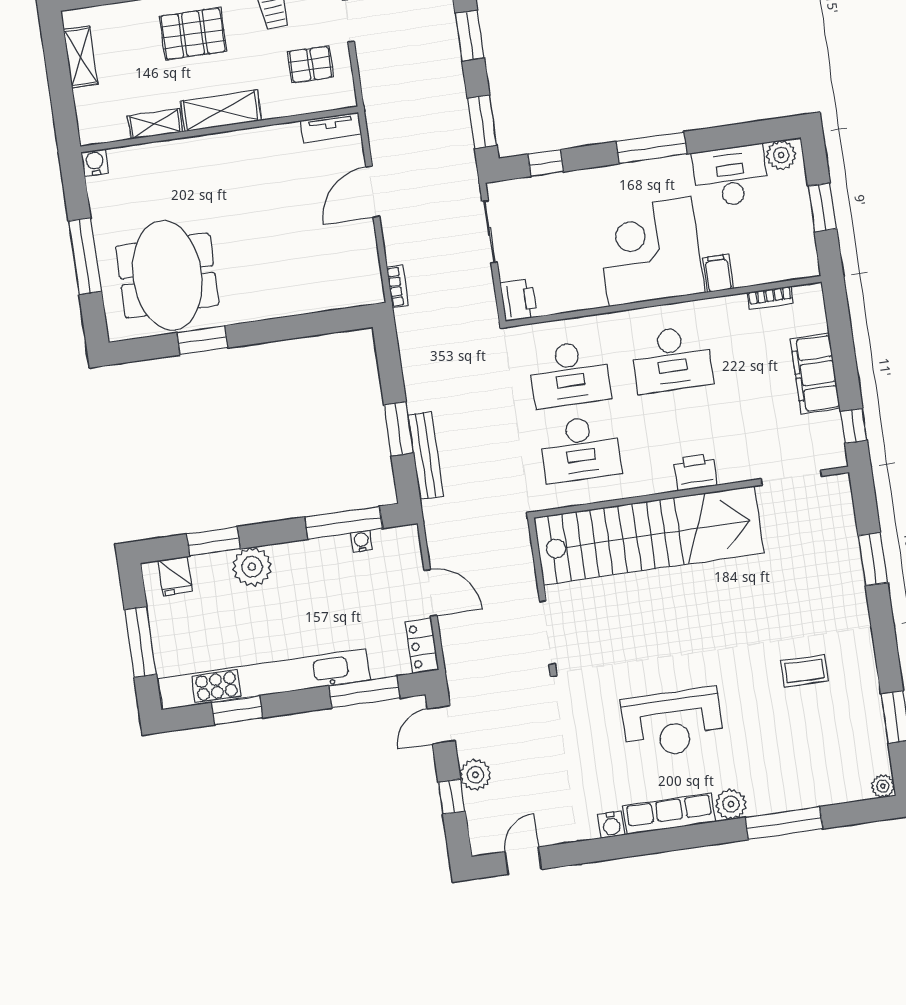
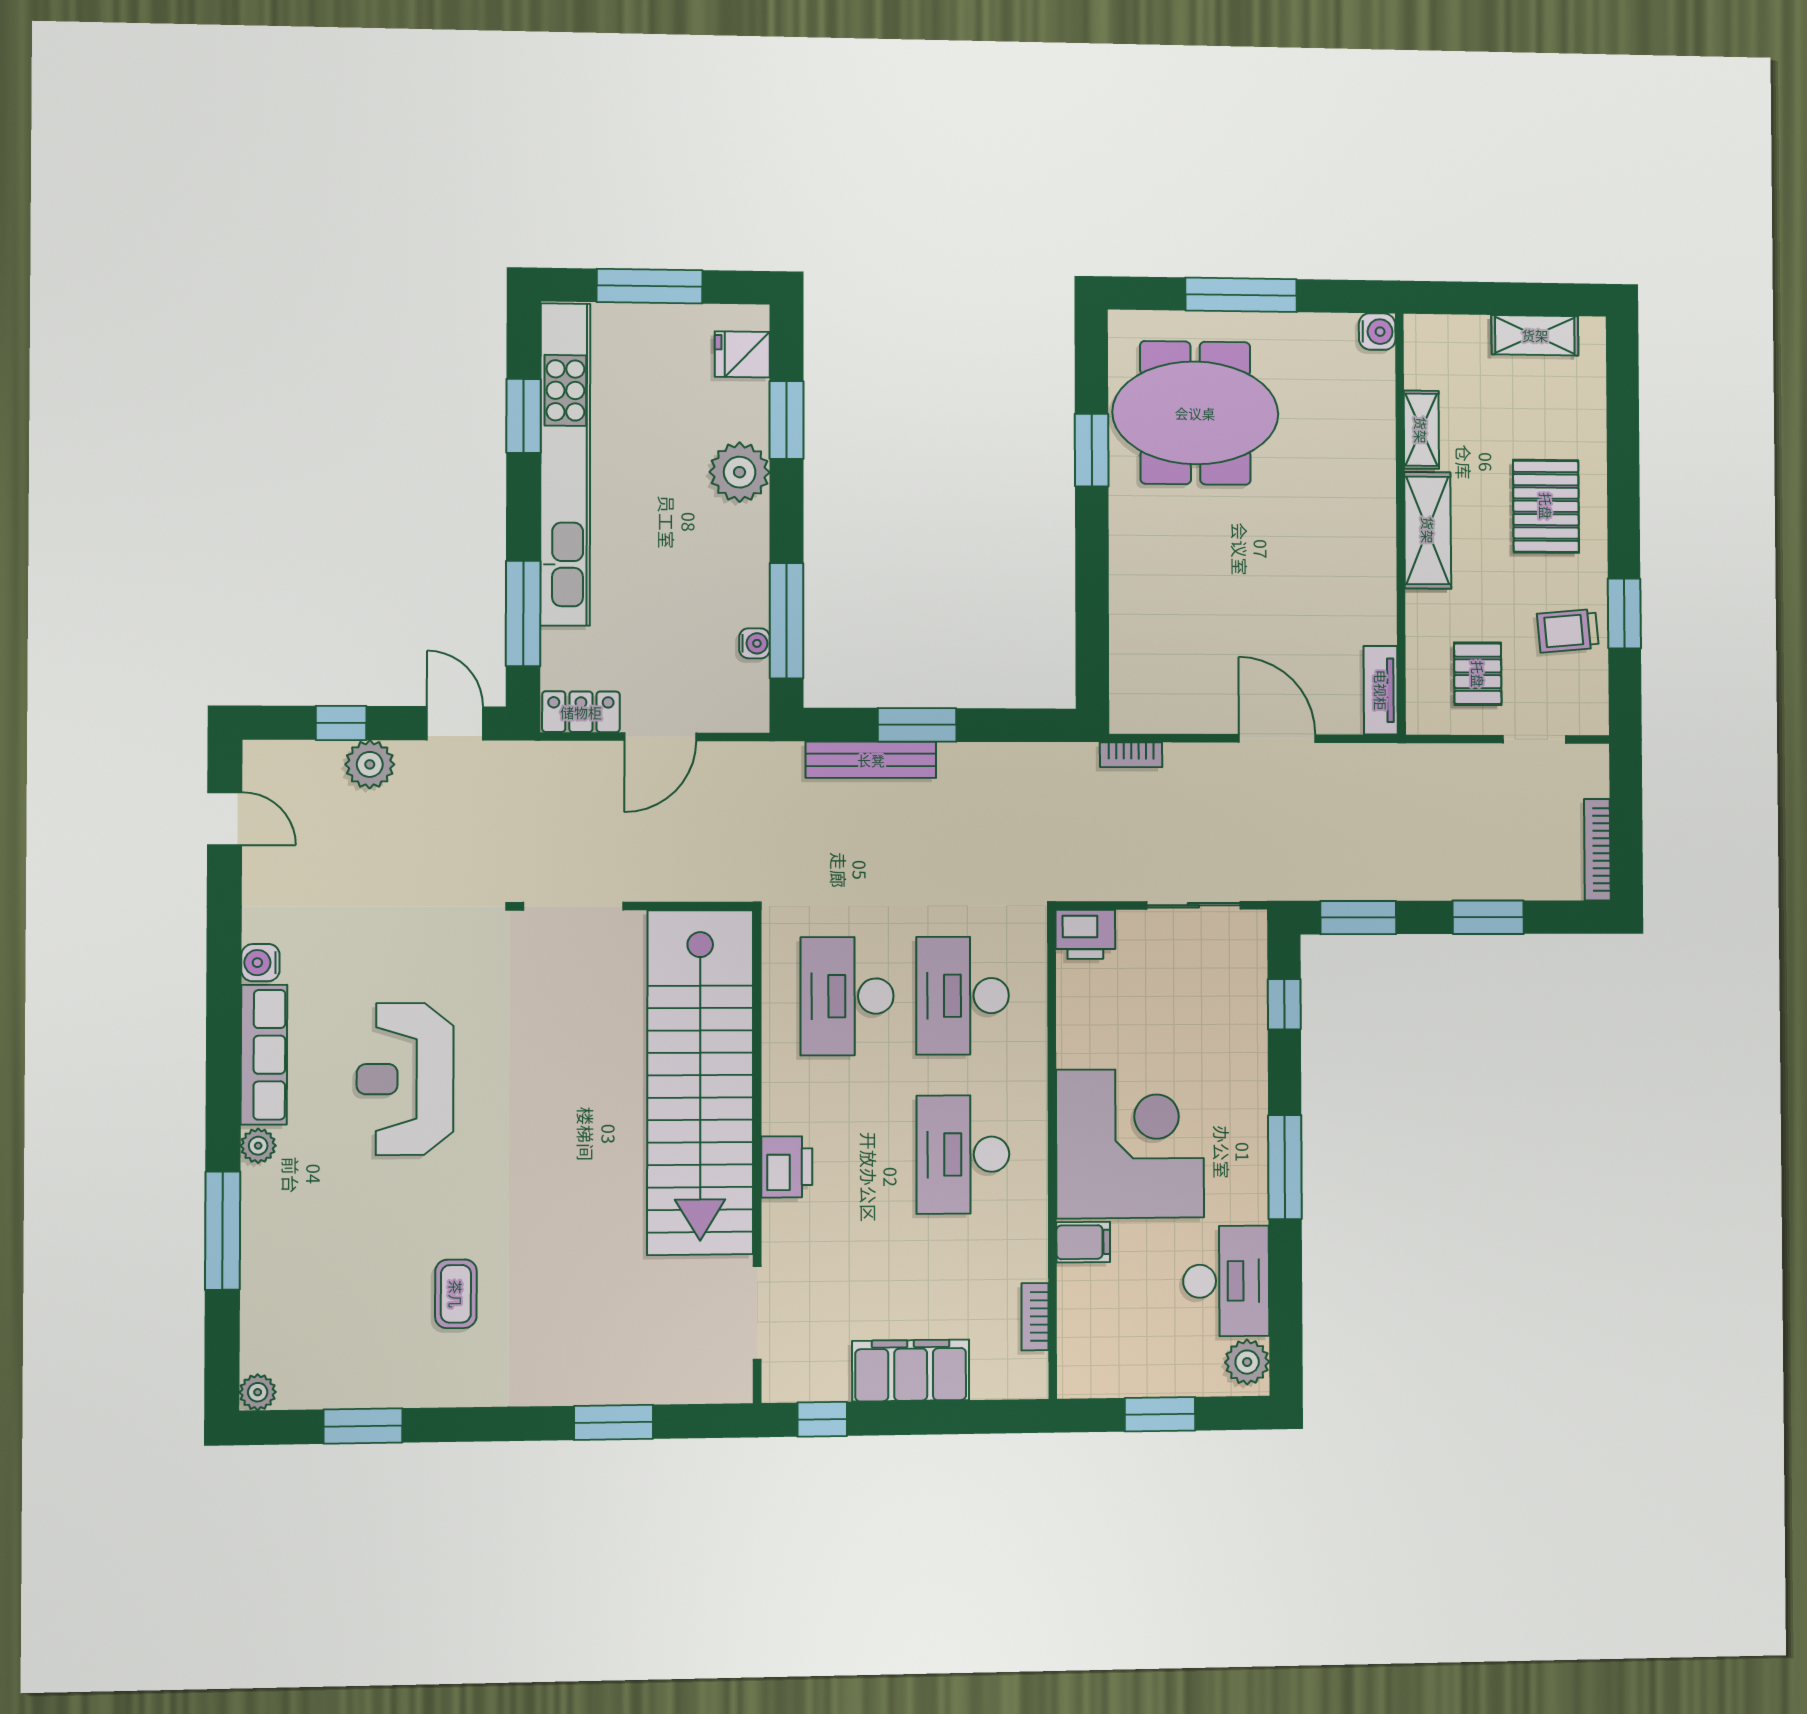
plant: (731, 804) -> (258, 1146), width x0.73, depth x0.73

